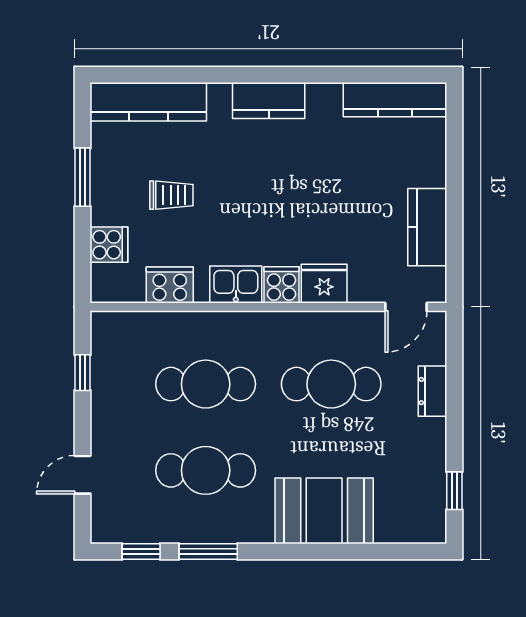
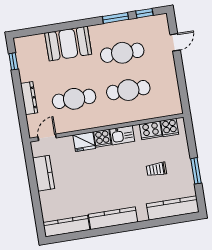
kitchen counter: (269, 100) -> (113, 218), width x1.50
cooker: (109, 245) -> (170, 127), moved, turned -90
window: (82, 373) -> (182, 86), removed
dresser: (432, 391) -> (29, 98), width x1.44

